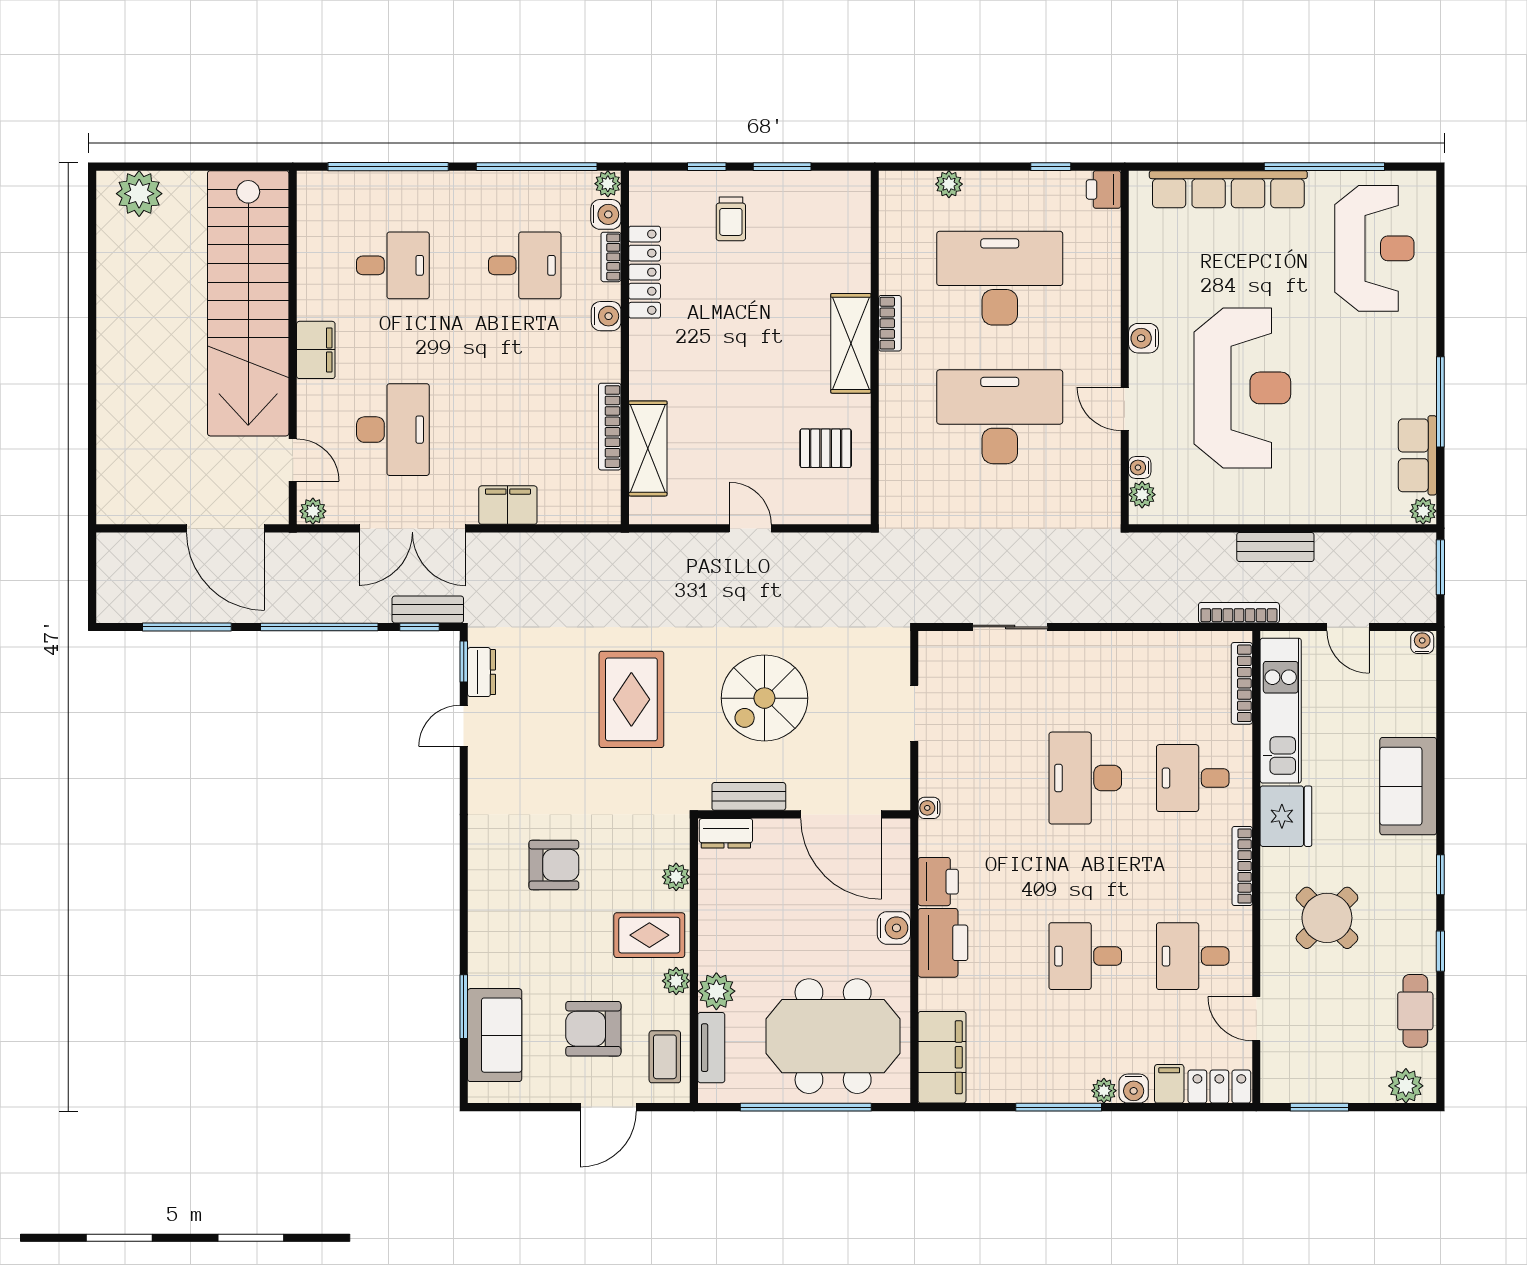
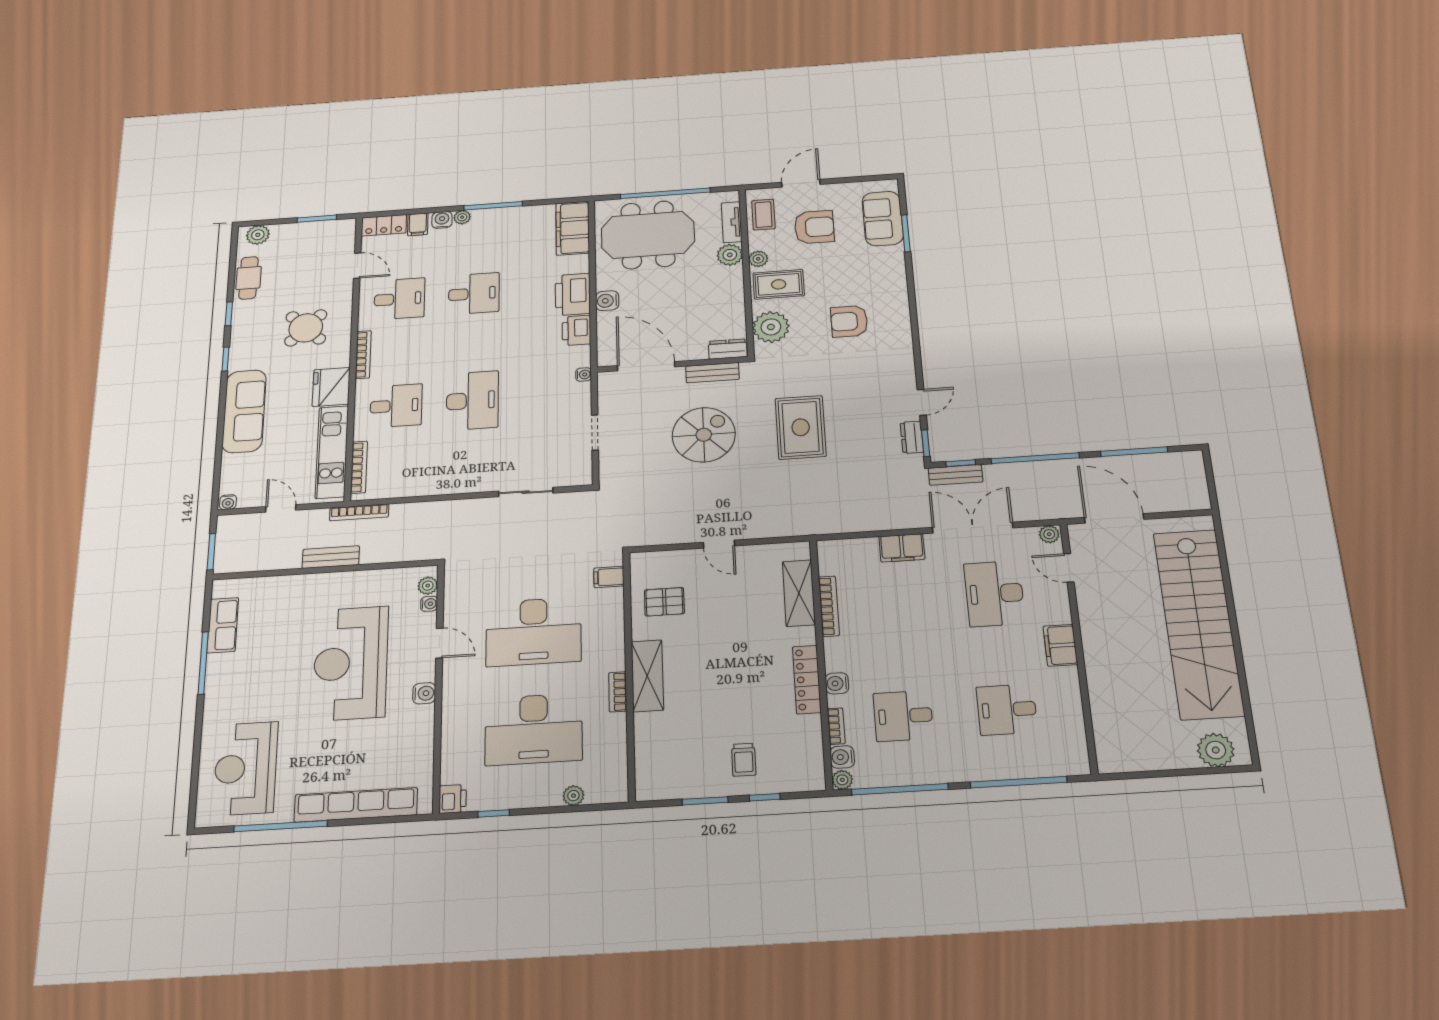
trolley: (731, 219) -> (744, 760), turned 180
locker: (645, 272) -> (807, 679), moved
stairs: (248, 303) -> (1198, 623), moved, turned 180
filing cabinet: (899, 490) -> (609, 577), added
plant: (1423, 511) -> (221, 588), removed
sofa: (1408, 786) -> (244, 411), width x1.36
plant: (676, 877) -> (771, 327), width x1.88, depth x1.88

